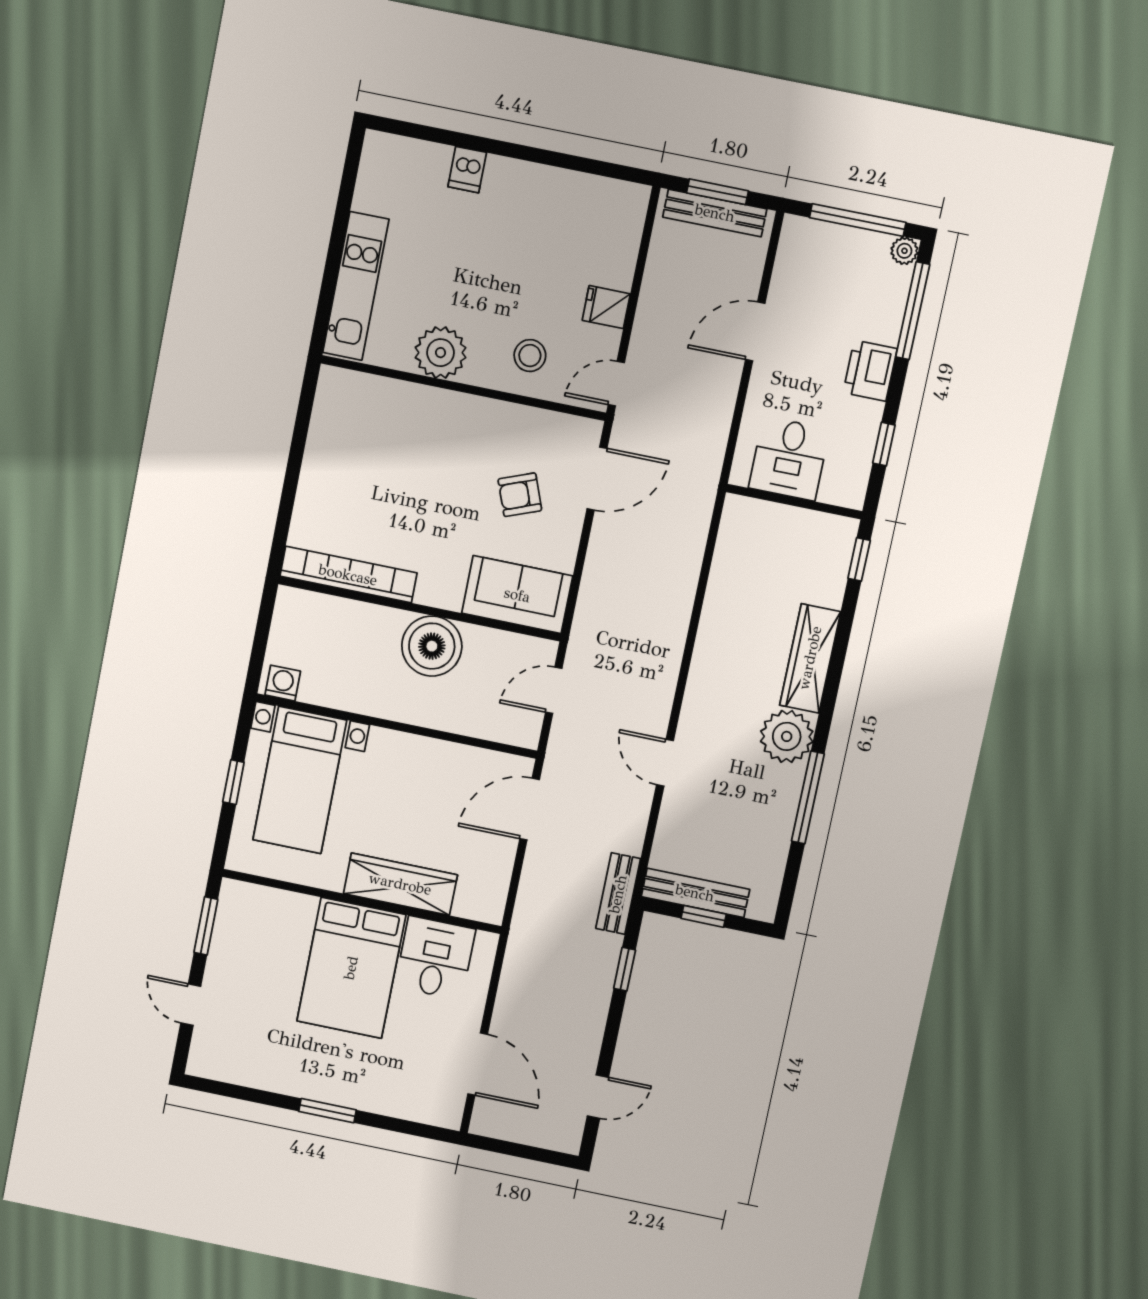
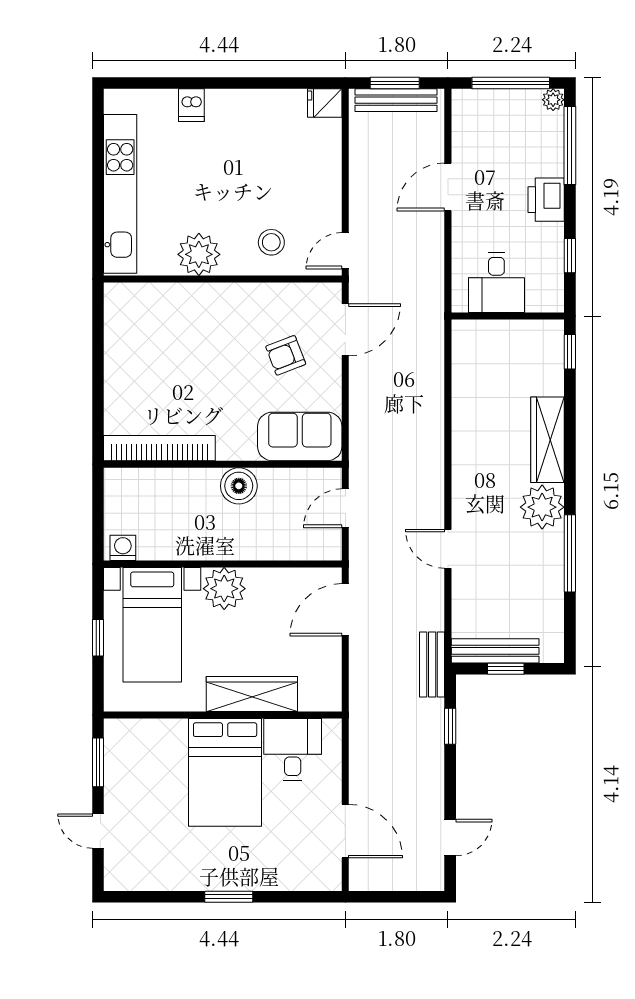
kitchen unit: (356, 286) -> (120, 194), width x1.36
fridge: (606, 307) -> (325, 103), moved
boiler: (432, 646) -> (239, 486), width x0.73, depth x0.73
plant: (392, 755) -> (224, 589), added

